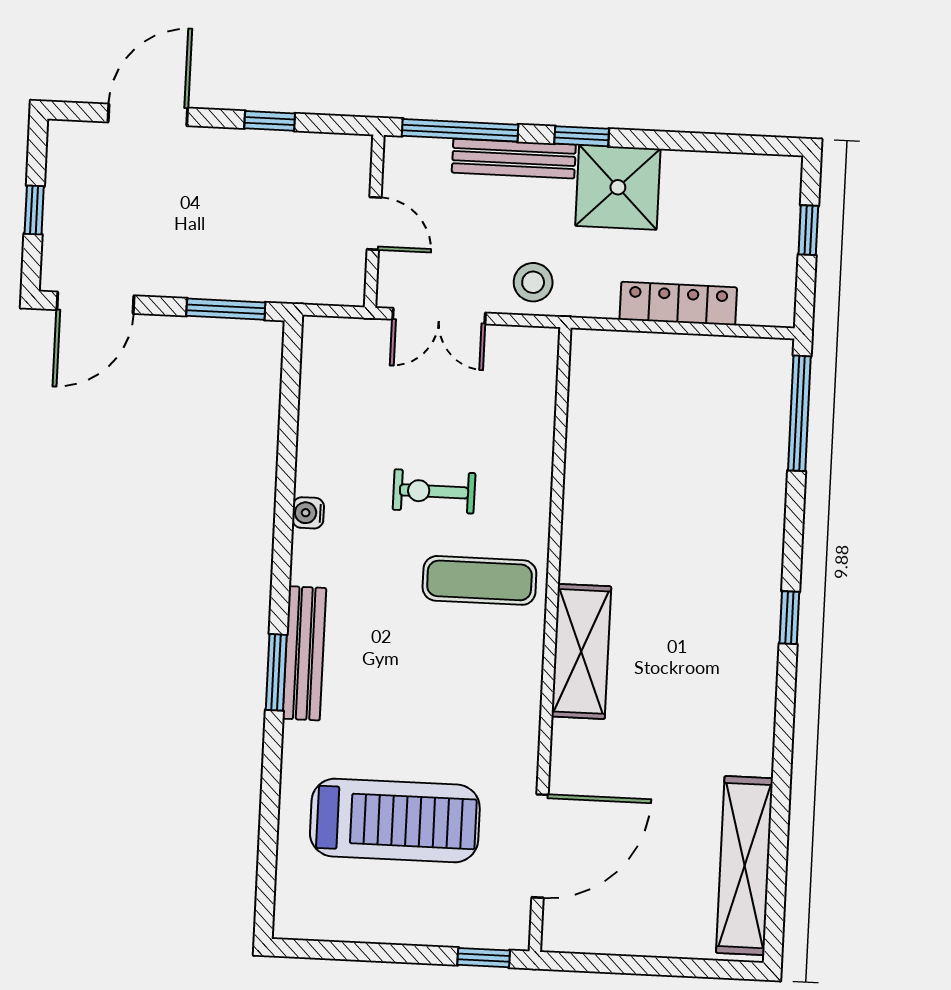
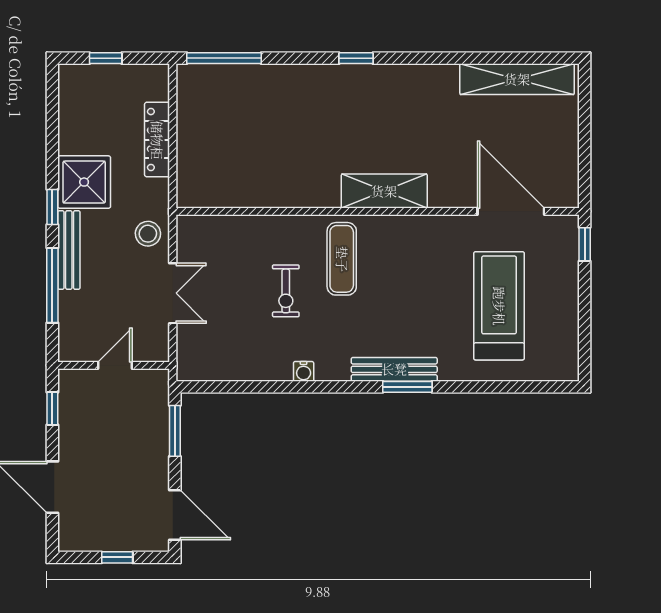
wall: (374, 221) -> (114, 365), moved
door: (374, 223) -> (115, 365), moved

